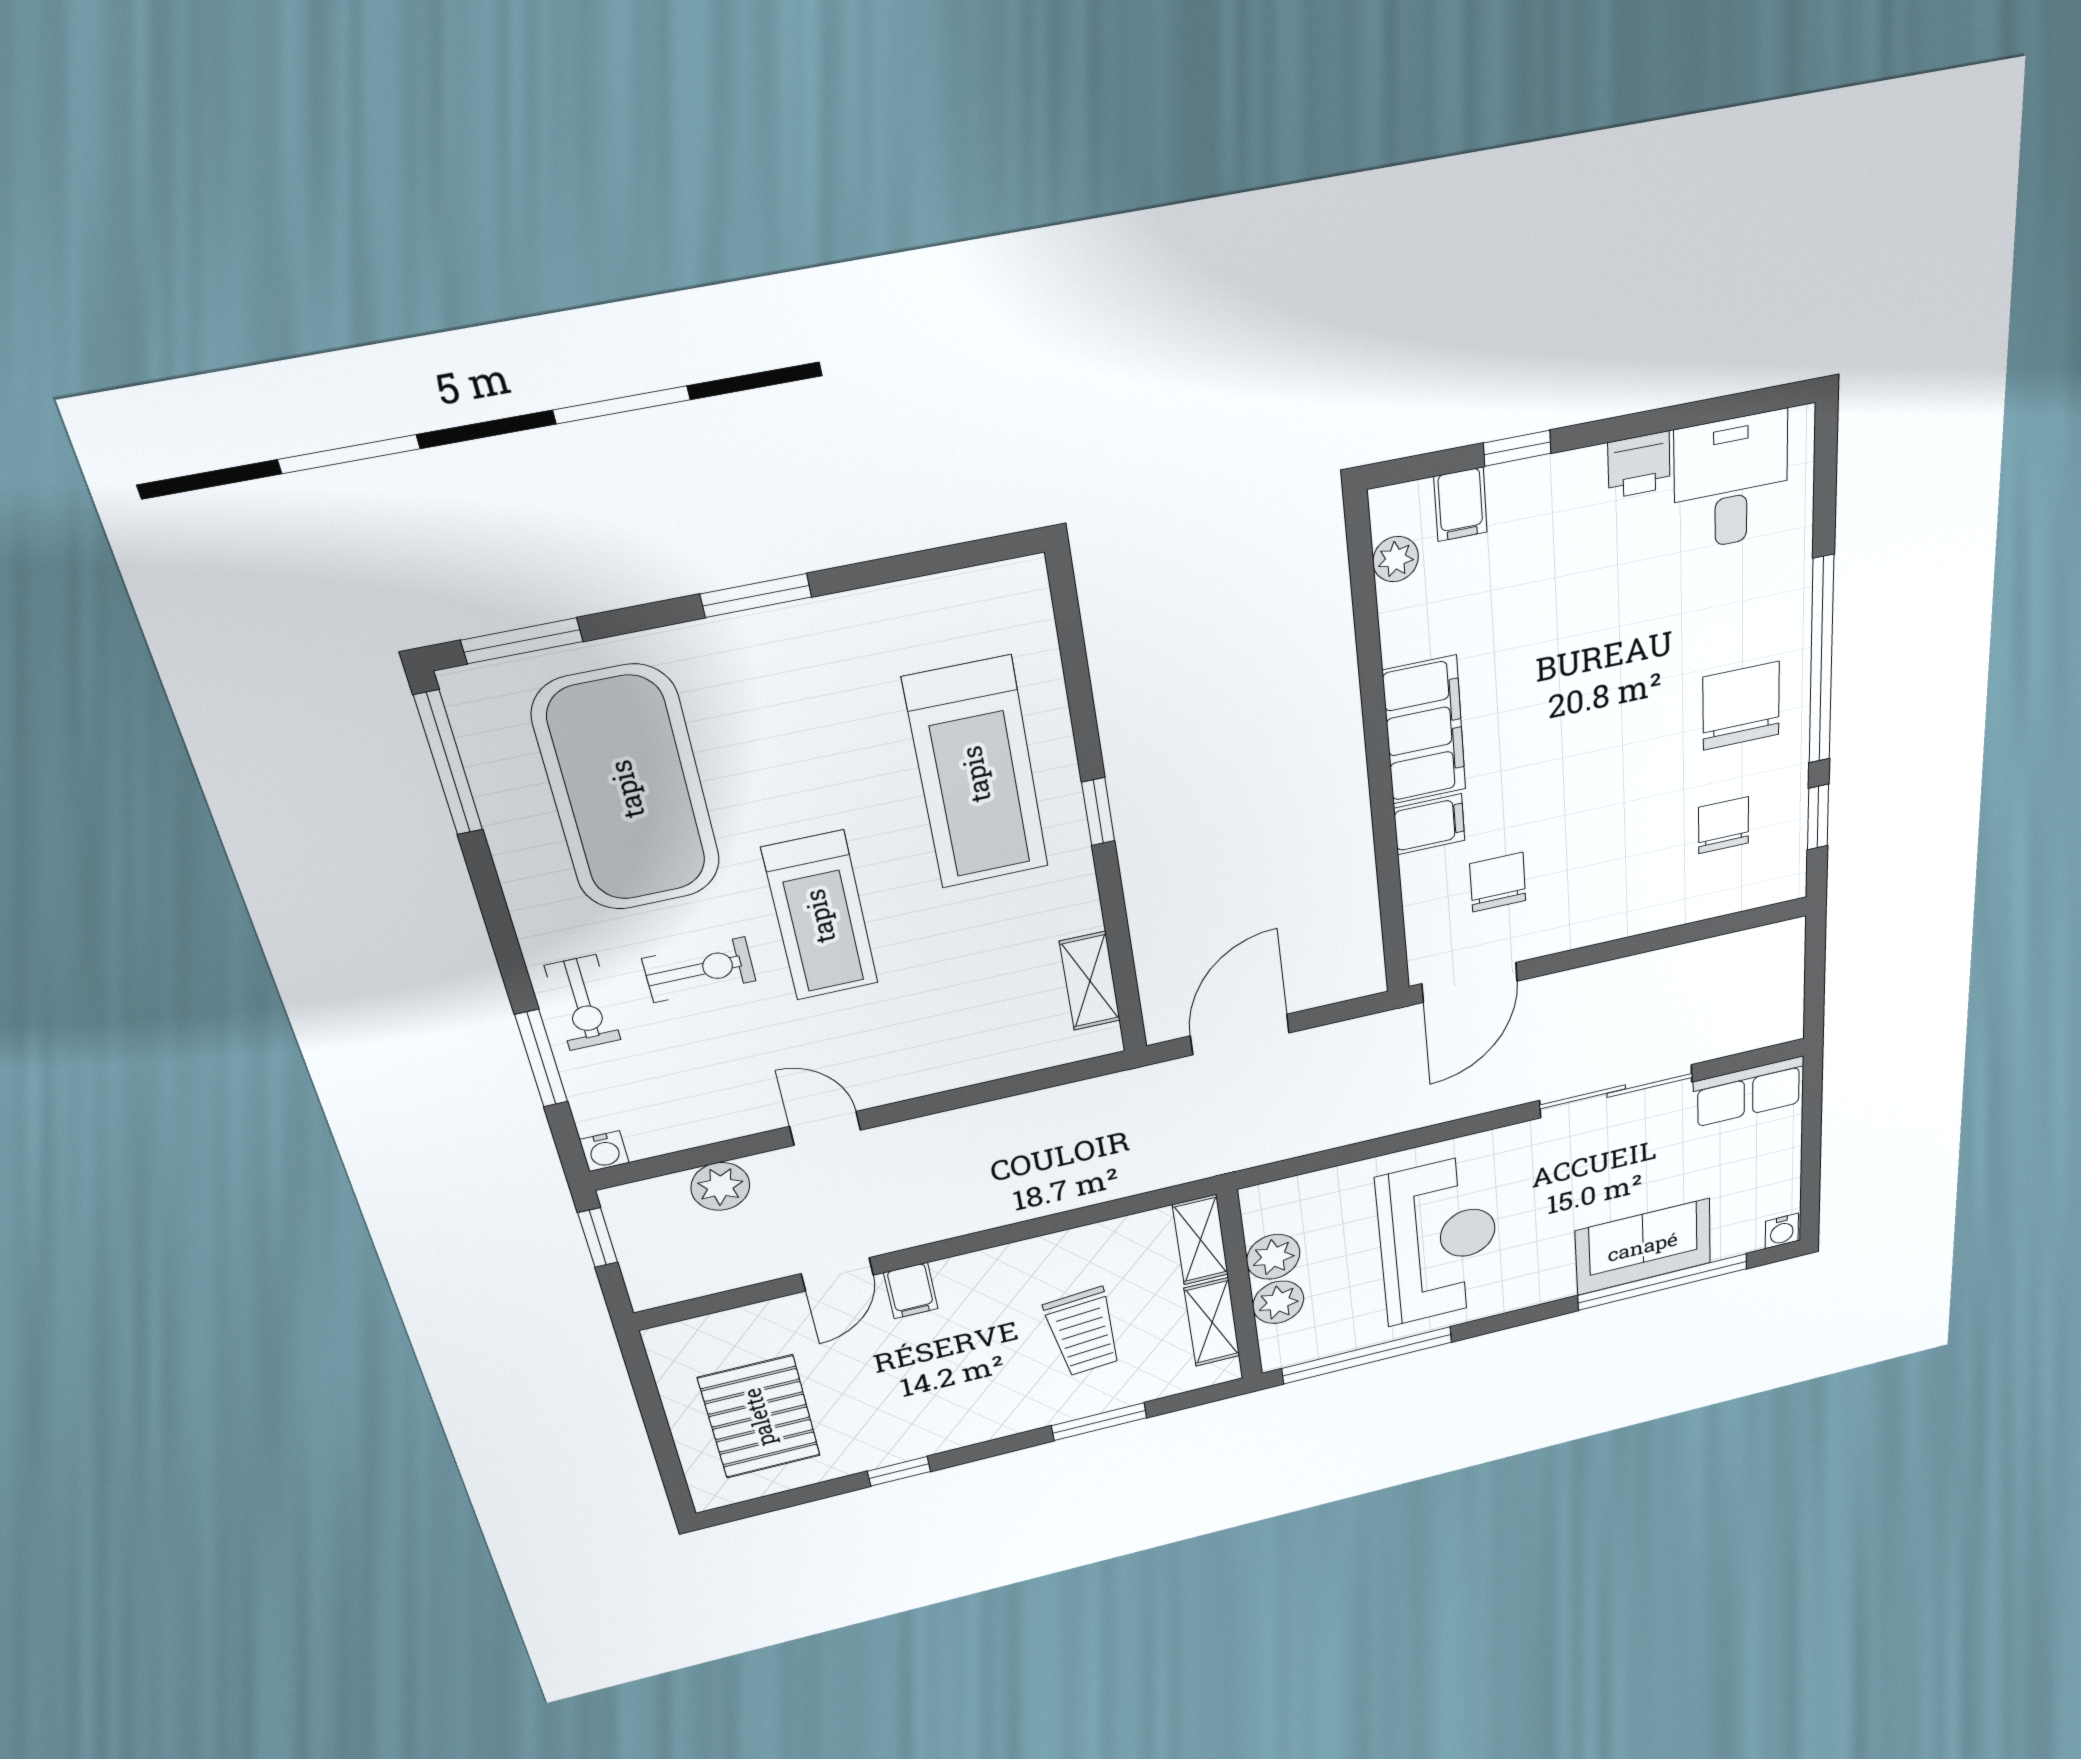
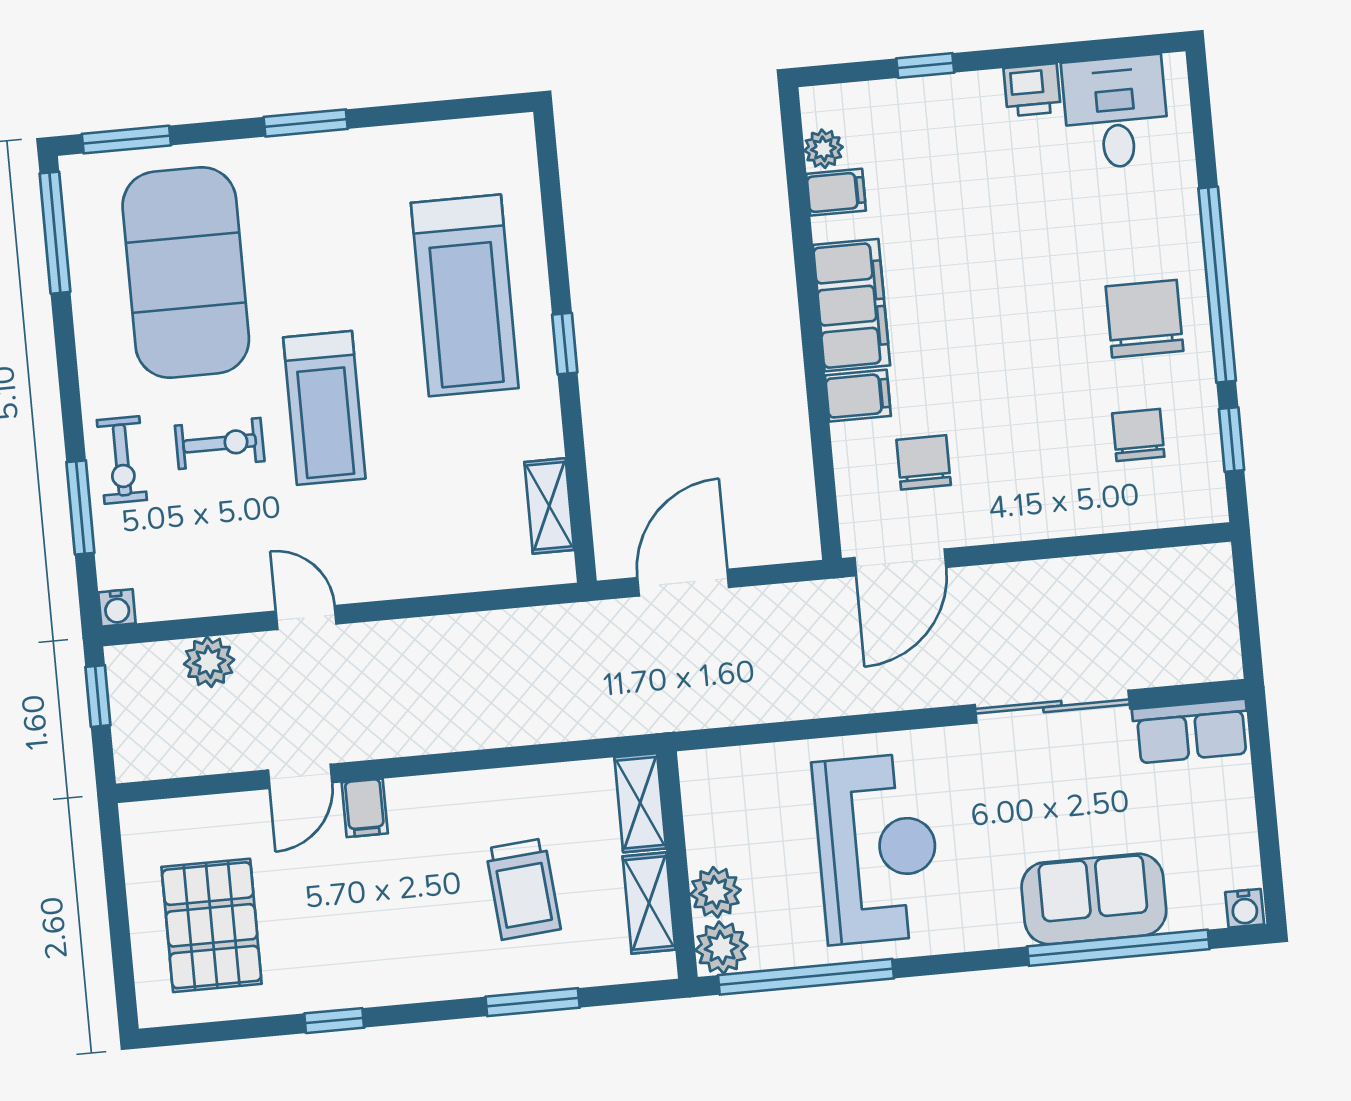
filing cabinet: (1461, 504) -> (836, 192), moved, turned -90
plant: (1273, 1257) -> (721, 948), moved

